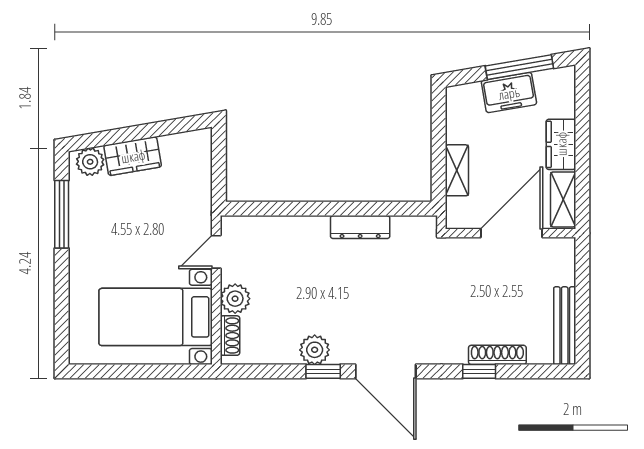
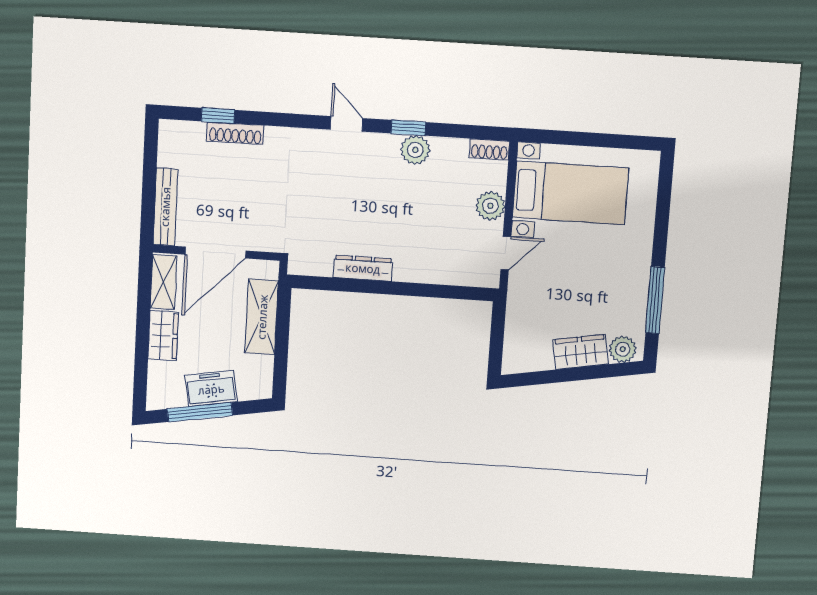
shelving: (457, 170) -> (262, 317), width x1.50, depth x1.33
bench: (565, 326) -> (165, 207), moved
shoe rack: (230, 336) -> (489, 149), moved, turned -90
door: (386, 371) -> (346, 124), width x0.53
window: (479, 371) -> (218, 116), moved

